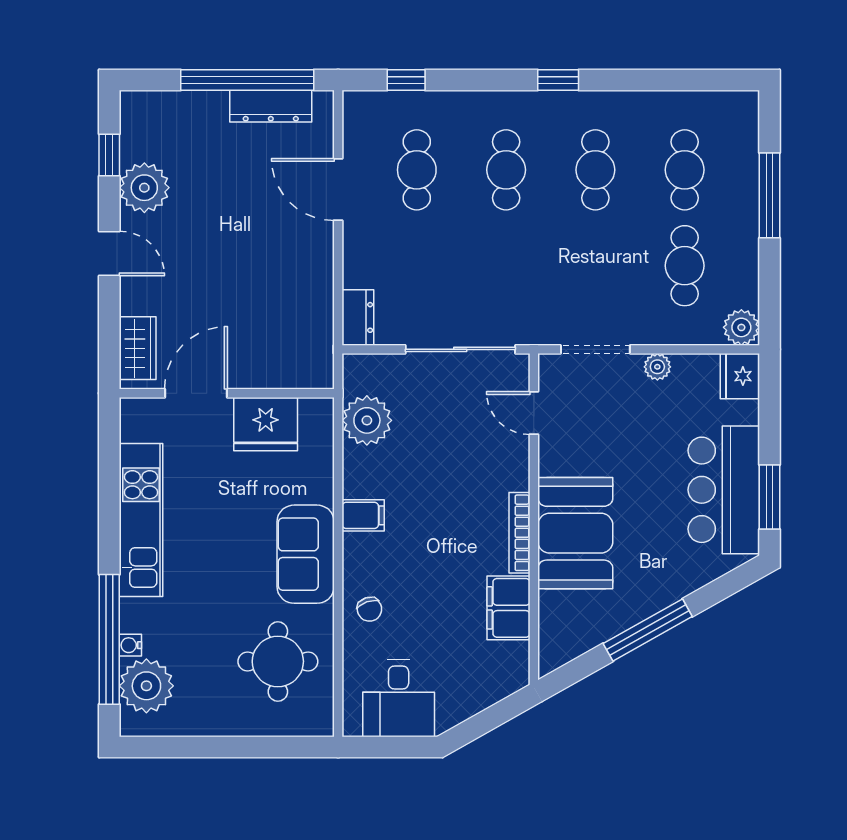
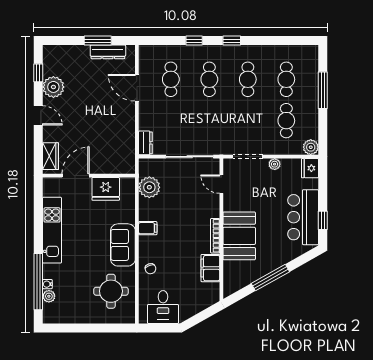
window: (247, 80) -> (98, 41), width x0.47
window: (406, 80) -> (194, 41), moved
window: (769, 497) -> (323, 220), width x0.67
plant: (146, 686) -> (49, 296), width x0.53, depth x0.53

